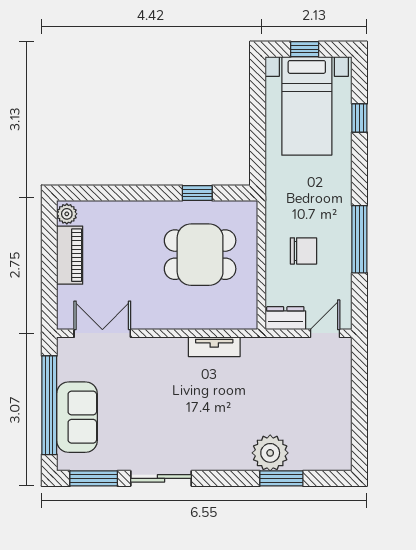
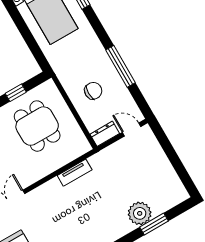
dining table: (200, 255) -> (37, 126), turned 90
door: (325, 333) -> (132, 129), hinge flipped

